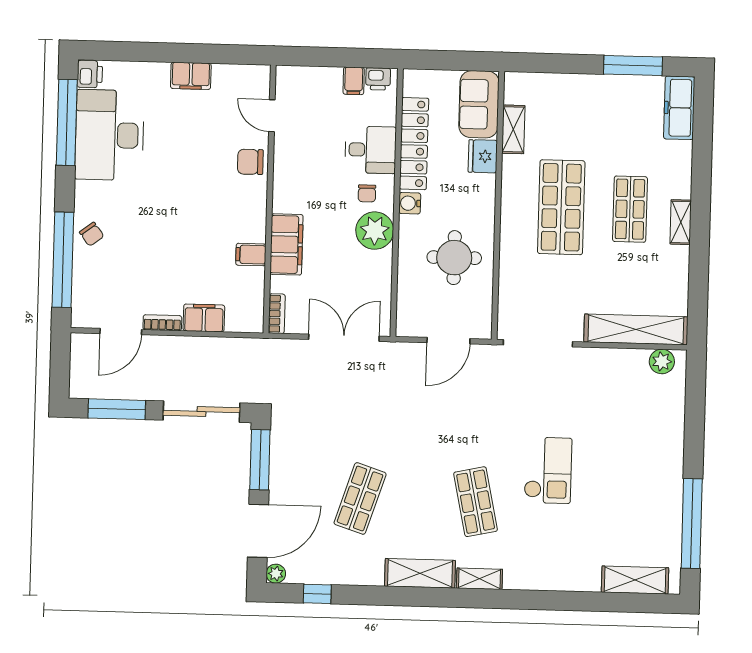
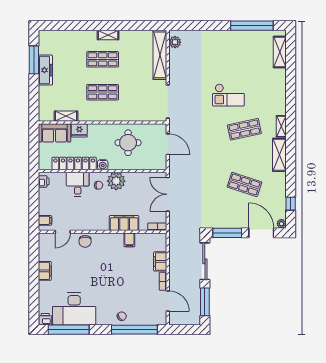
filing cabinet: (354, 81) -> (45, 220), moved
freezer: (679, 108) -> (45, 70), moved, turned -90
shop shelf: (561, 207) -> (103, 92), width x0.70, depth x0.74
checkout: (548, 470) -> (228, 95), turned 180

